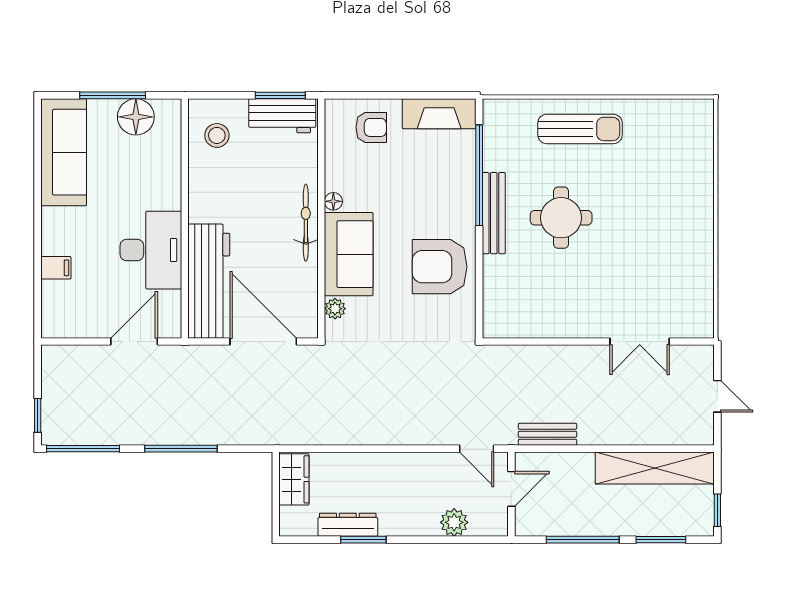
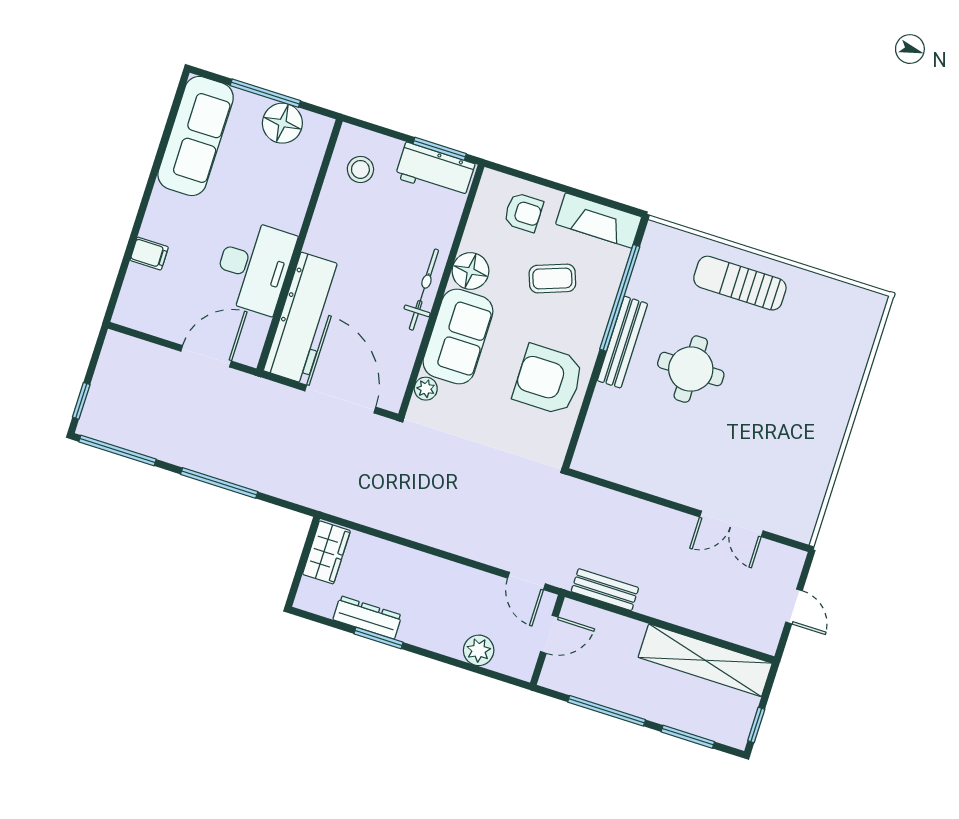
sun lounger: (580, 129) -> (740, 283), turned 180
coffee table: (415, 177) -> (552, 278), added
floor lamp: (333, 201) -> (470, 271), width x1.89, depth x1.89

